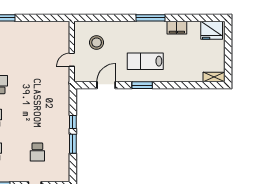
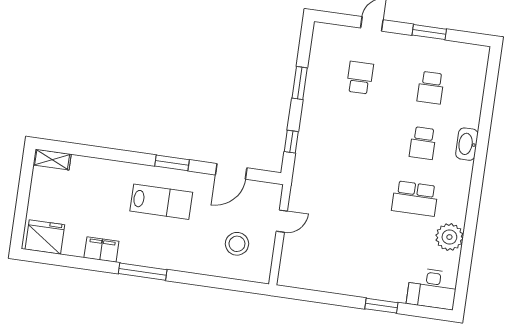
window: (73, 122) -> (291, 142), moved

